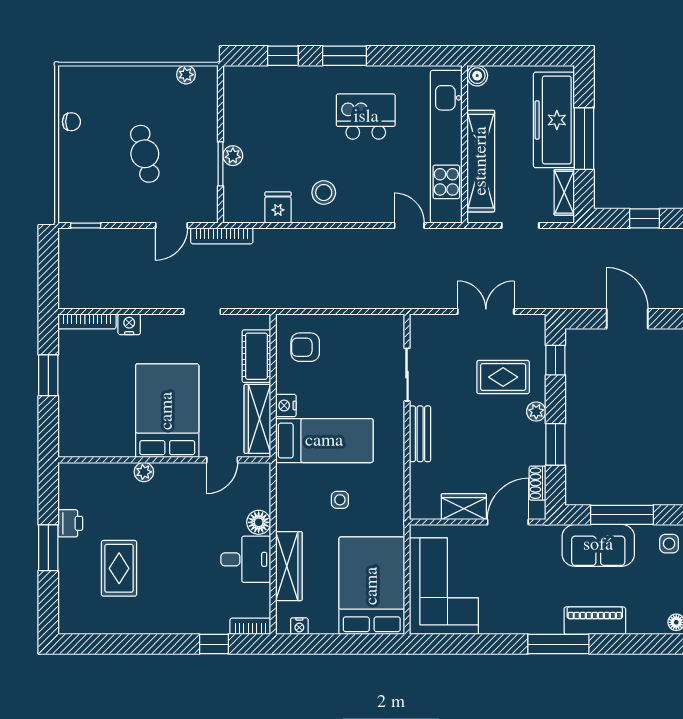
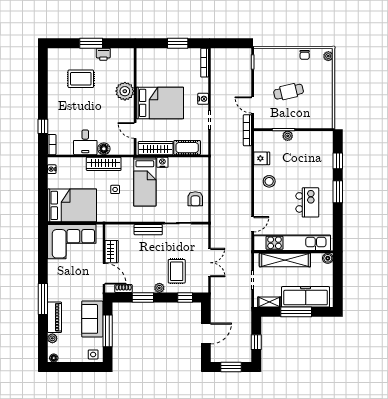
plant: (186, 75) -> (328, 56), moved
nightstand: (129, 324) -> (203, 99), moved
armchair: (305, 347) -> (195, 199), moved, turned 180
plant: (144, 472) -> (125, 91), width x1.87, depth x1.87
wardrobe: (289, 566) -> (104, 164), moved
plant: (637, 625) -> (52, 338), added

